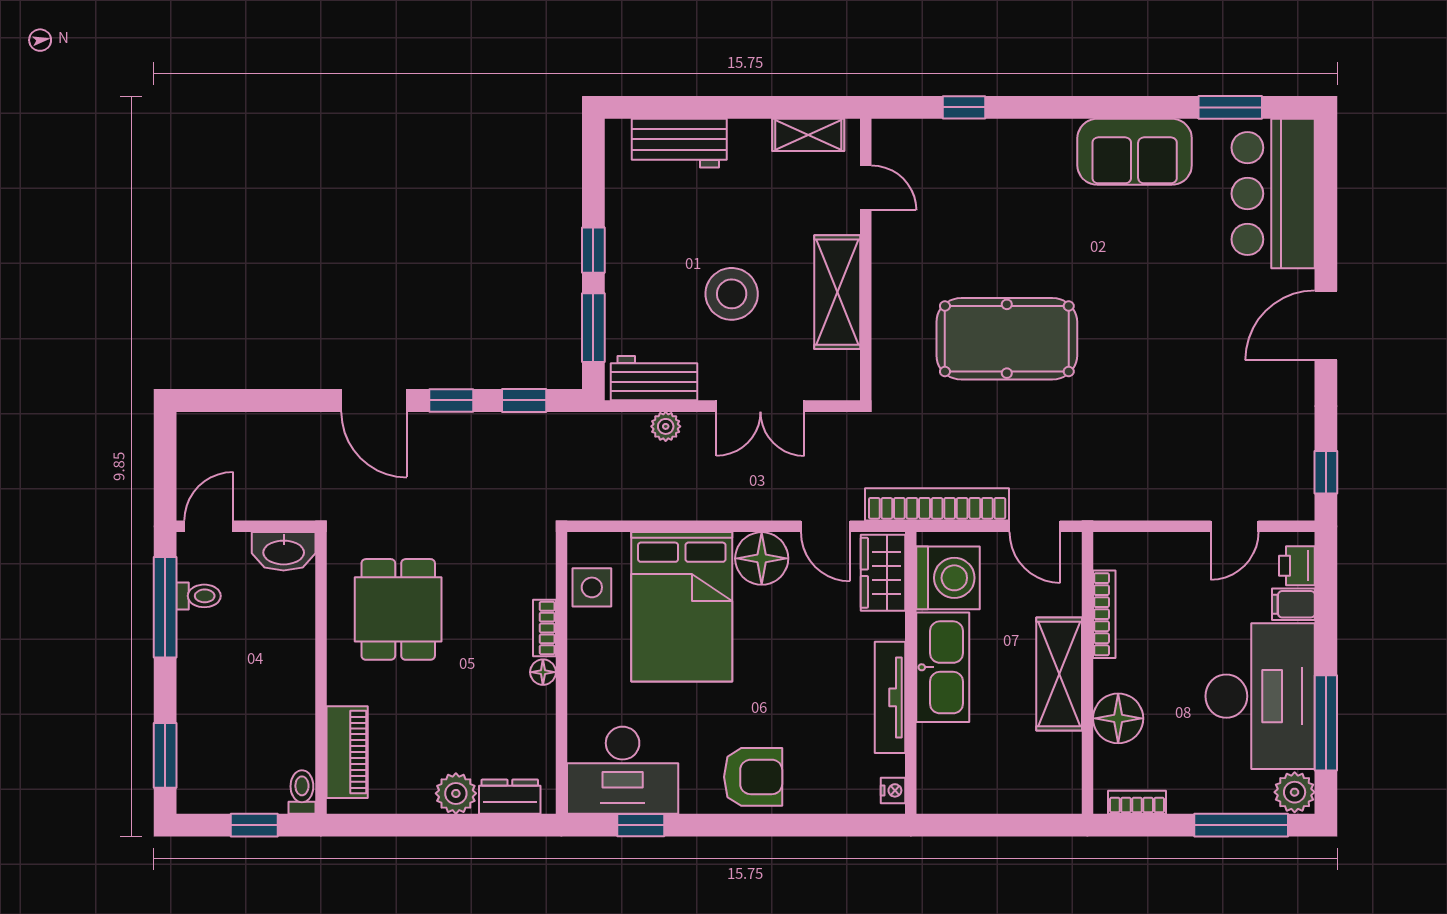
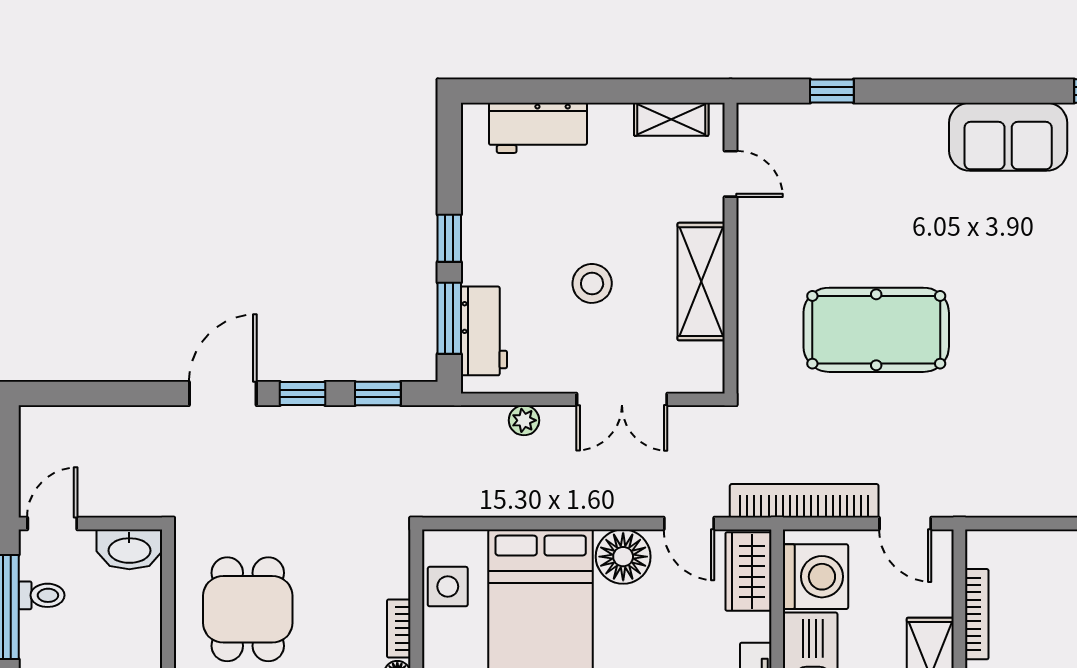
stool: (732, 294) -> (592, 283), width x0.73, depth x0.73
workbench: (654, 378) -> (484, 331), moved, turned 90
door: (374, 400) -> (223, 394), swing flipped

